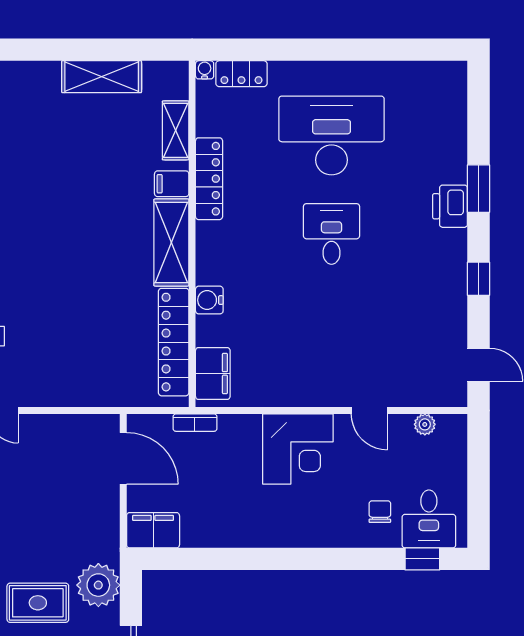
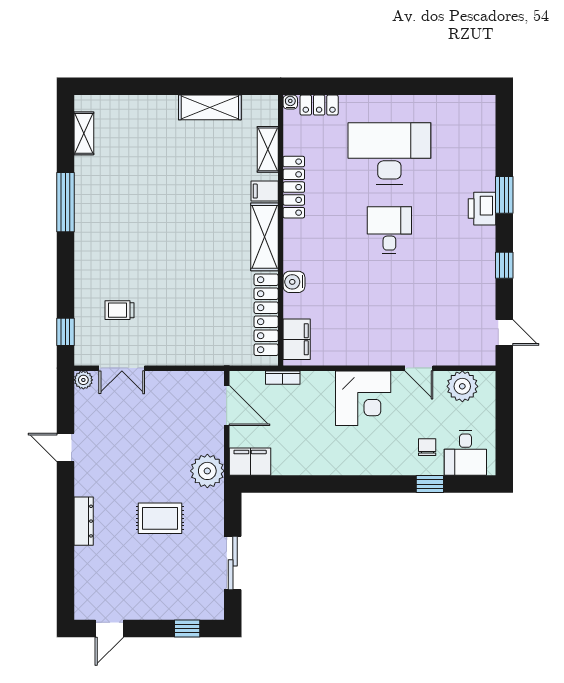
plant: (425, 424) -> (462, 386), width x1.87, depth x1.87
window: (422, 559) -> (430, 484), moved
plant: (98, 585) -> (207, 471), moved

